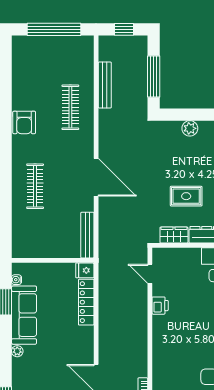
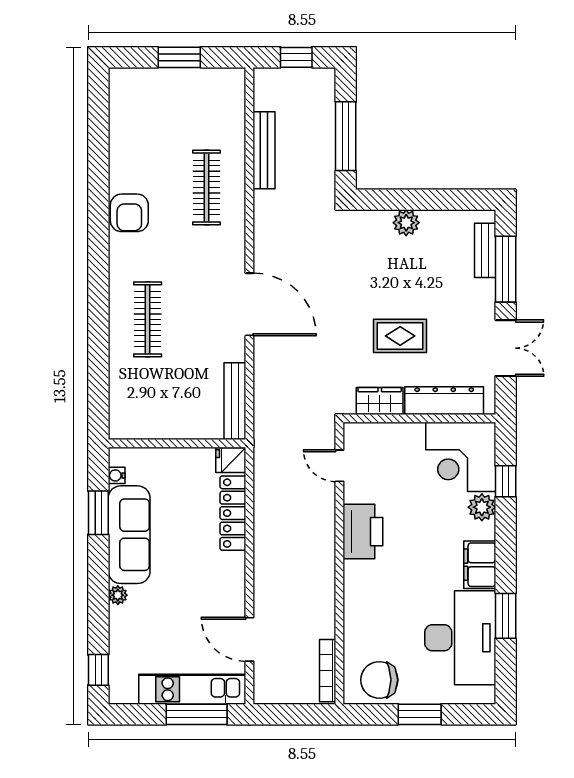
window: (54, 29) -> (179, 57), width x0.47
printer: (160, 306) -> (363, 532), width x1.87, depth x1.48

